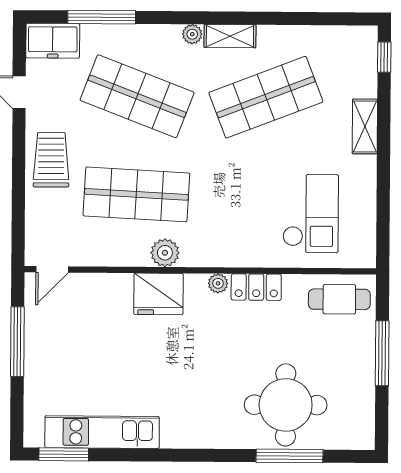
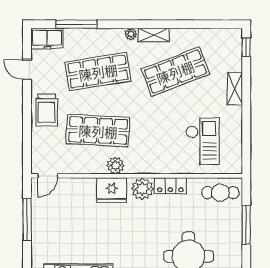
shop shelf: (137, 96) -> (98, 72), turned -30
trolley: (51, 160) -> (47, 110), turned 180
plant: (218, 283) -> (142, 189), width x1.88, depth x1.88

